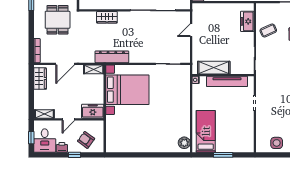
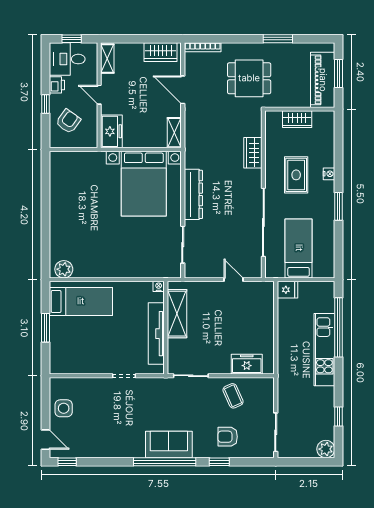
dresser: (112, 57) -> (193, 194), moved

